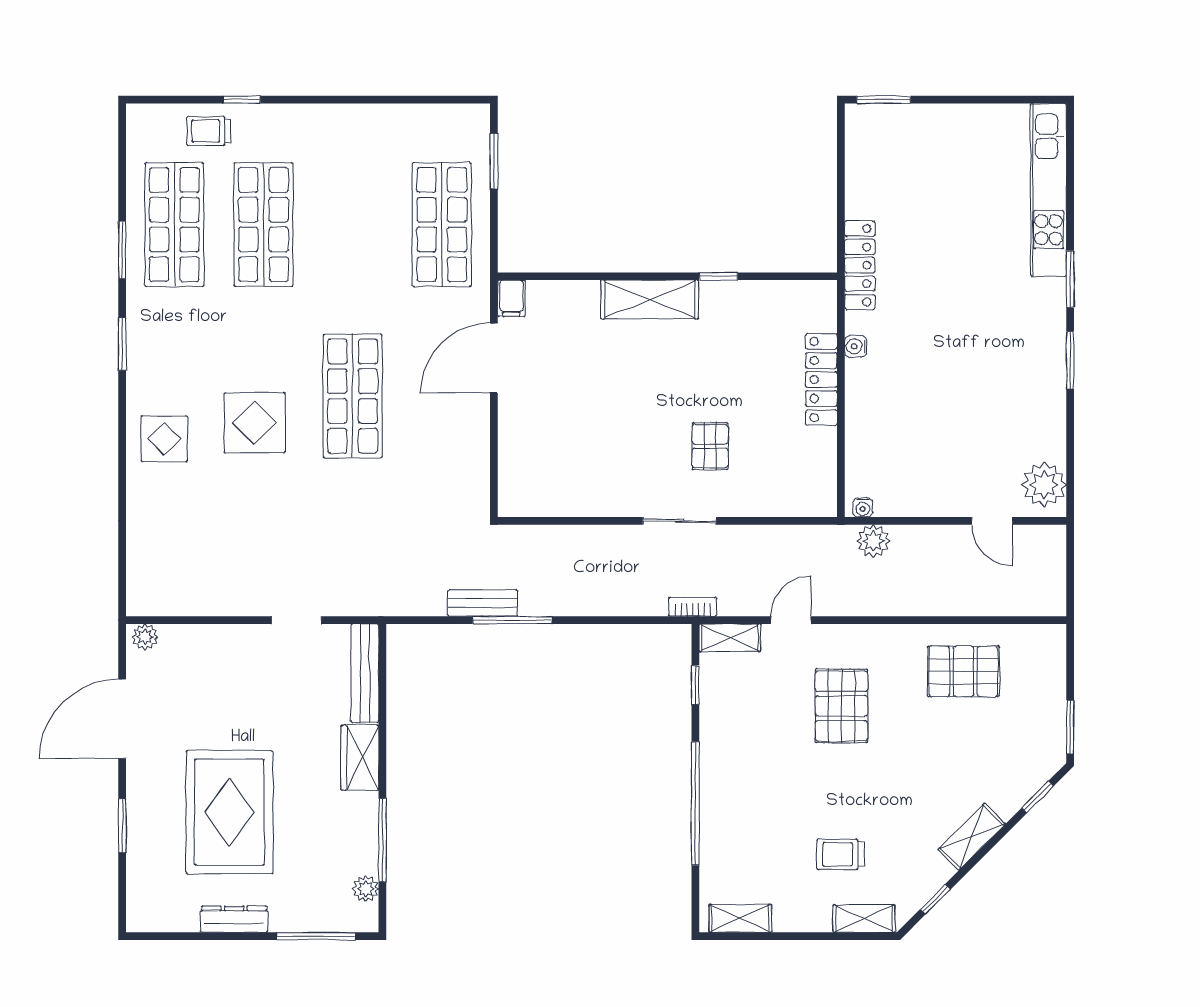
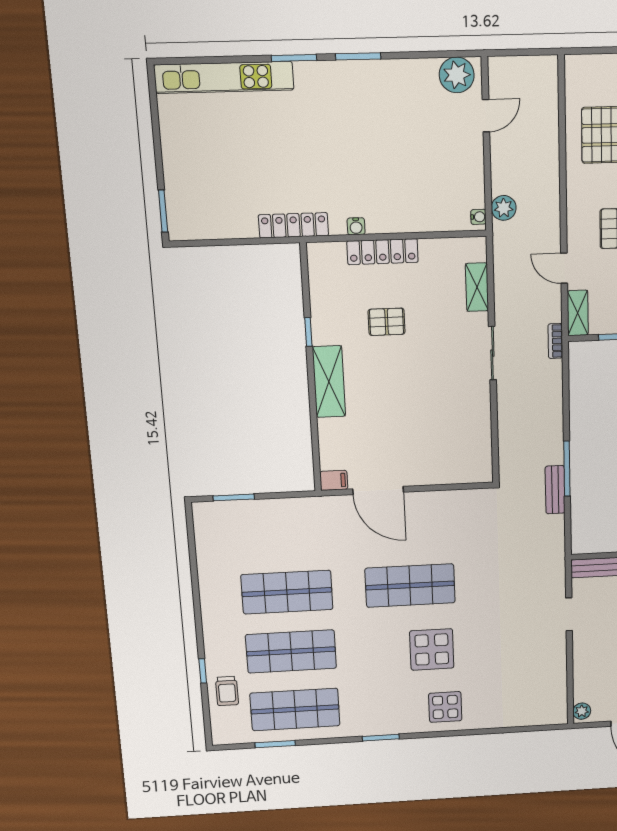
shop shelf: (442, 225) -> (287, 592), moved
window: (122, 250) -> (275, 744), moved
pallet: (710, 446) -> (387, 322), moved
shelving: (770, 503) -> (477, 287), added

